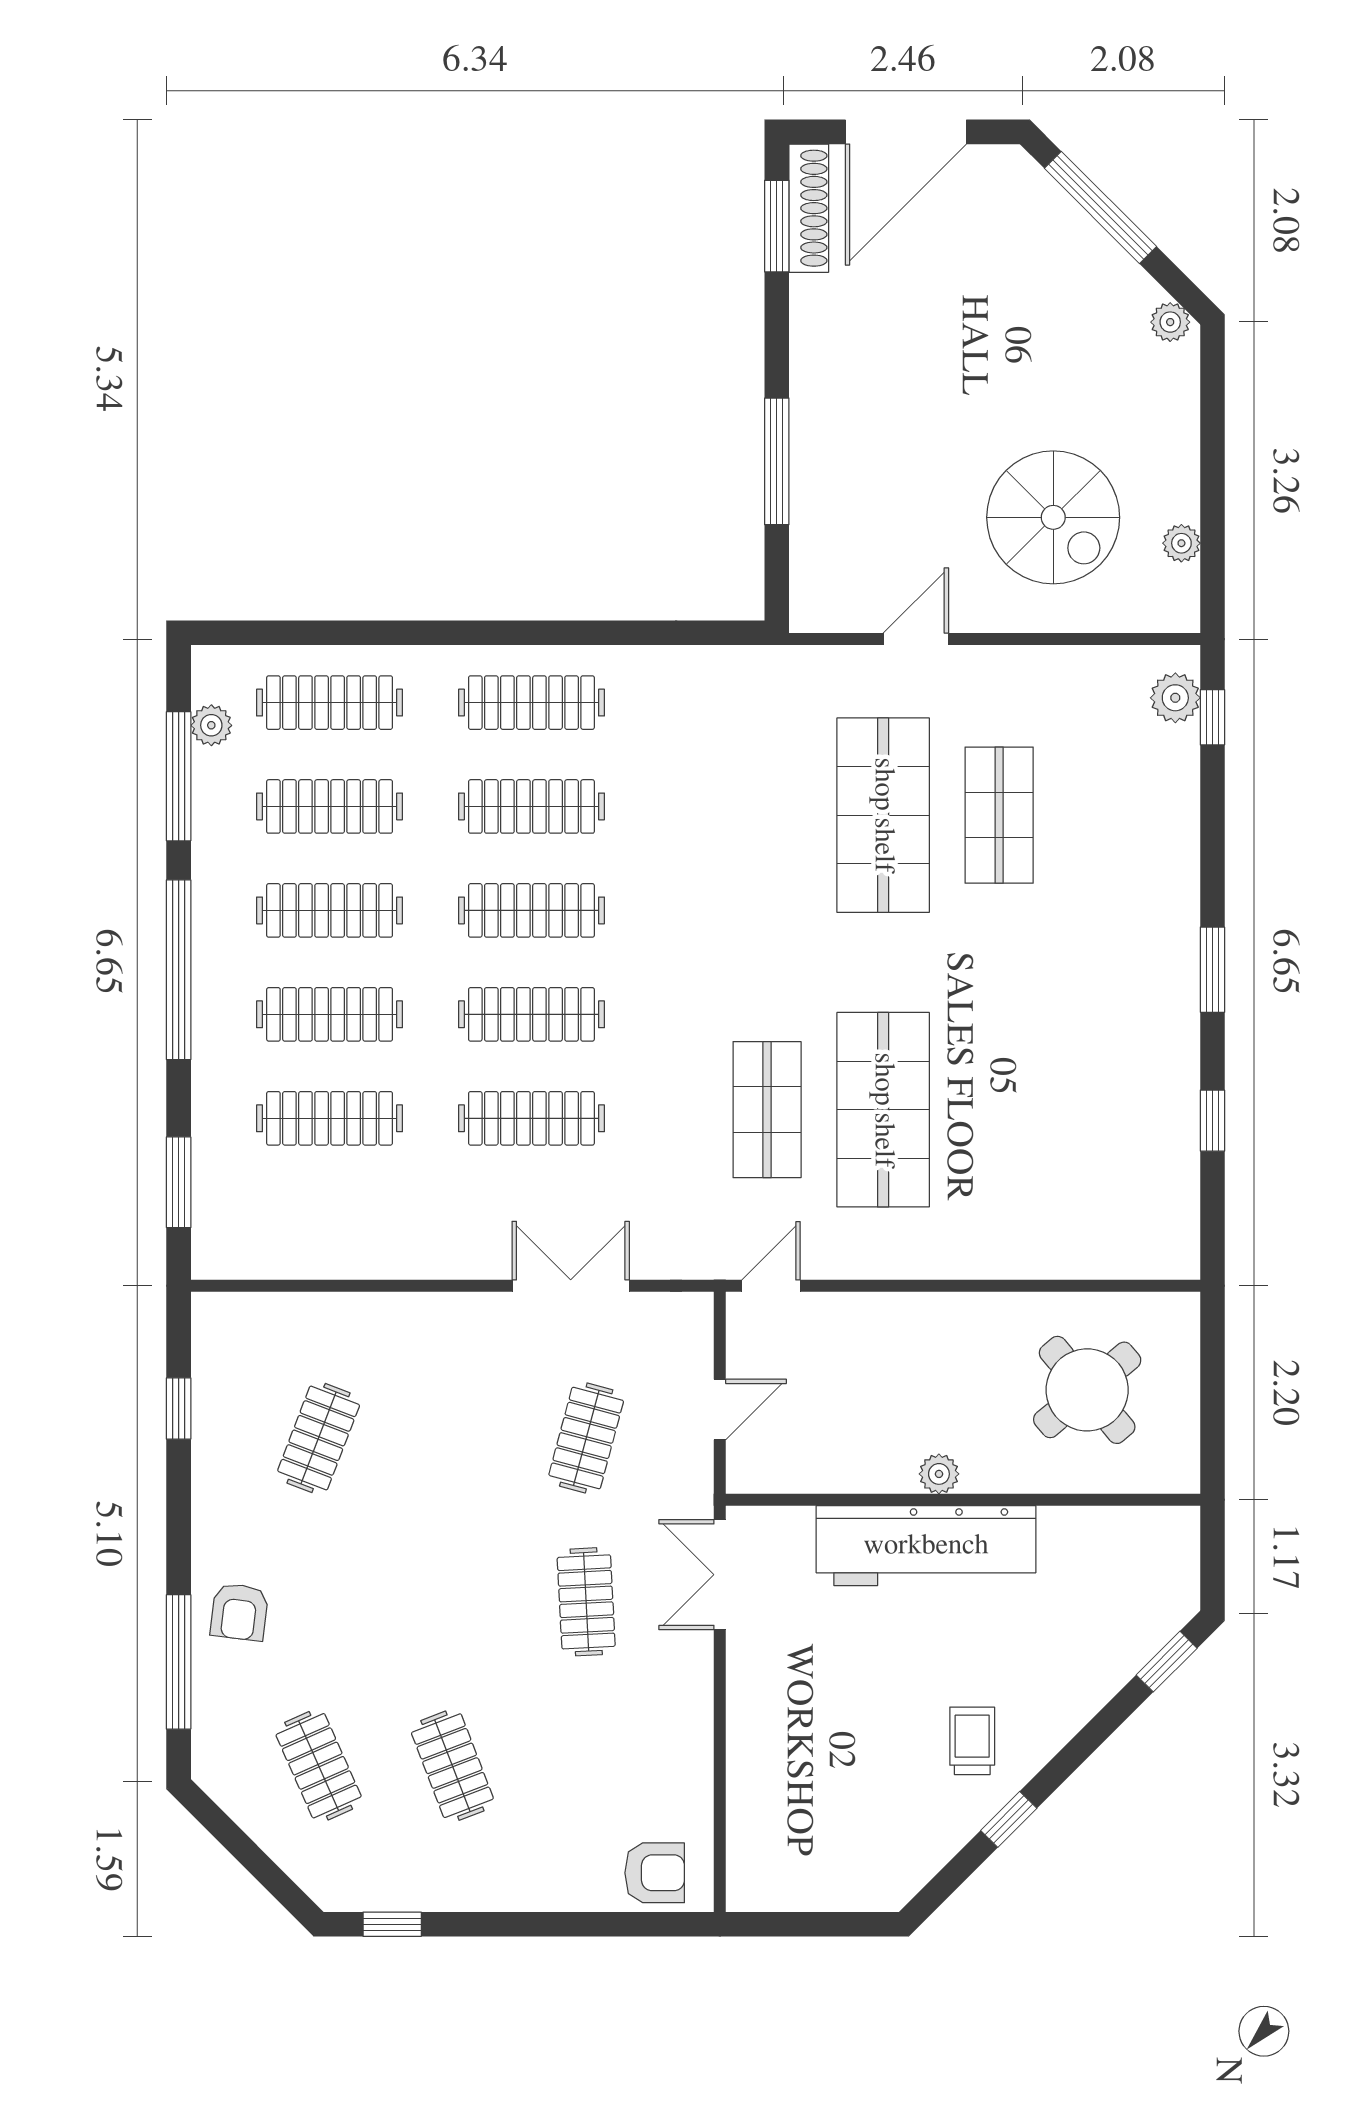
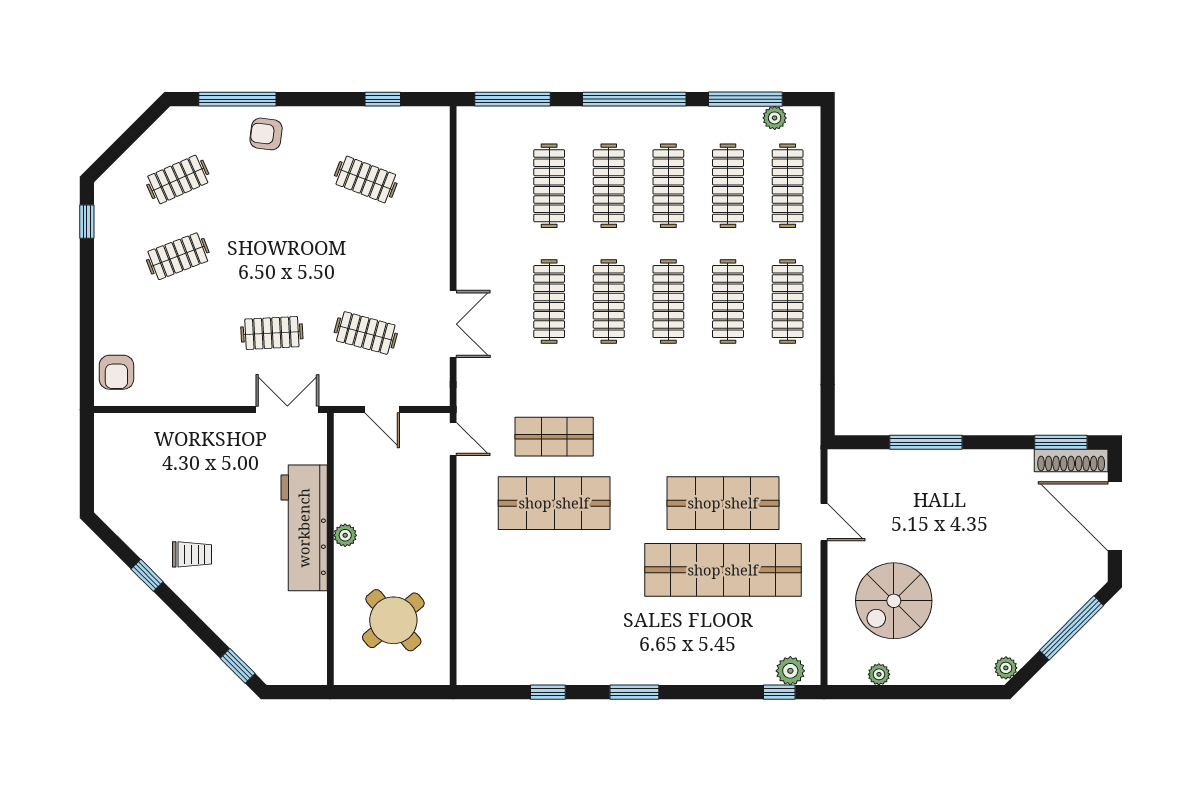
shop shelf: (999, 815) -> (723, 570), width x2.00, depth x1.36
window: (179, 1182) -> (512, 99), width x1.44

